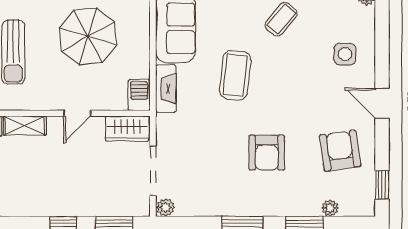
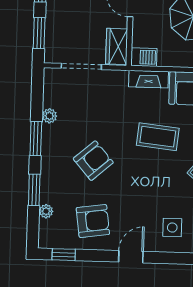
armchair: (267, 153) -> (93, 161), turned 139
plant: (166, 207) -> (49, 116), moved

